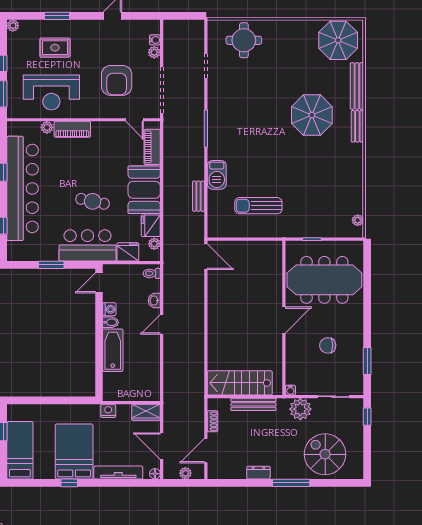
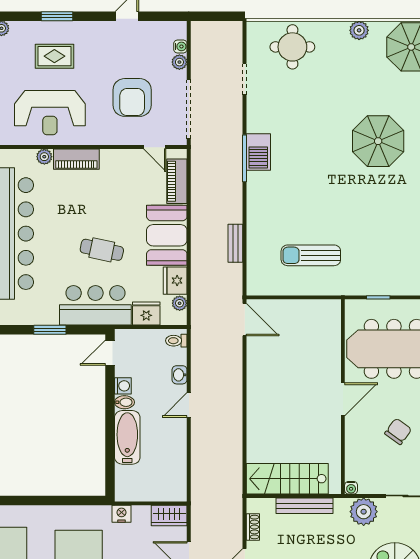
plant: (297, 27) -> (359, 30), added
barbecue: (217, 175) -> (258, 152), moved
chair: (328, 345) -> (398, 431), turned 126

